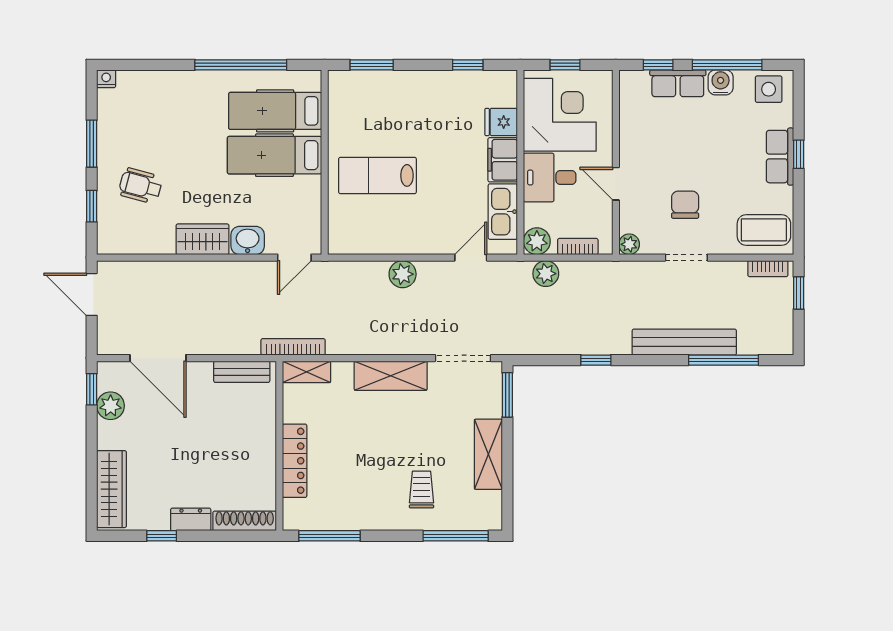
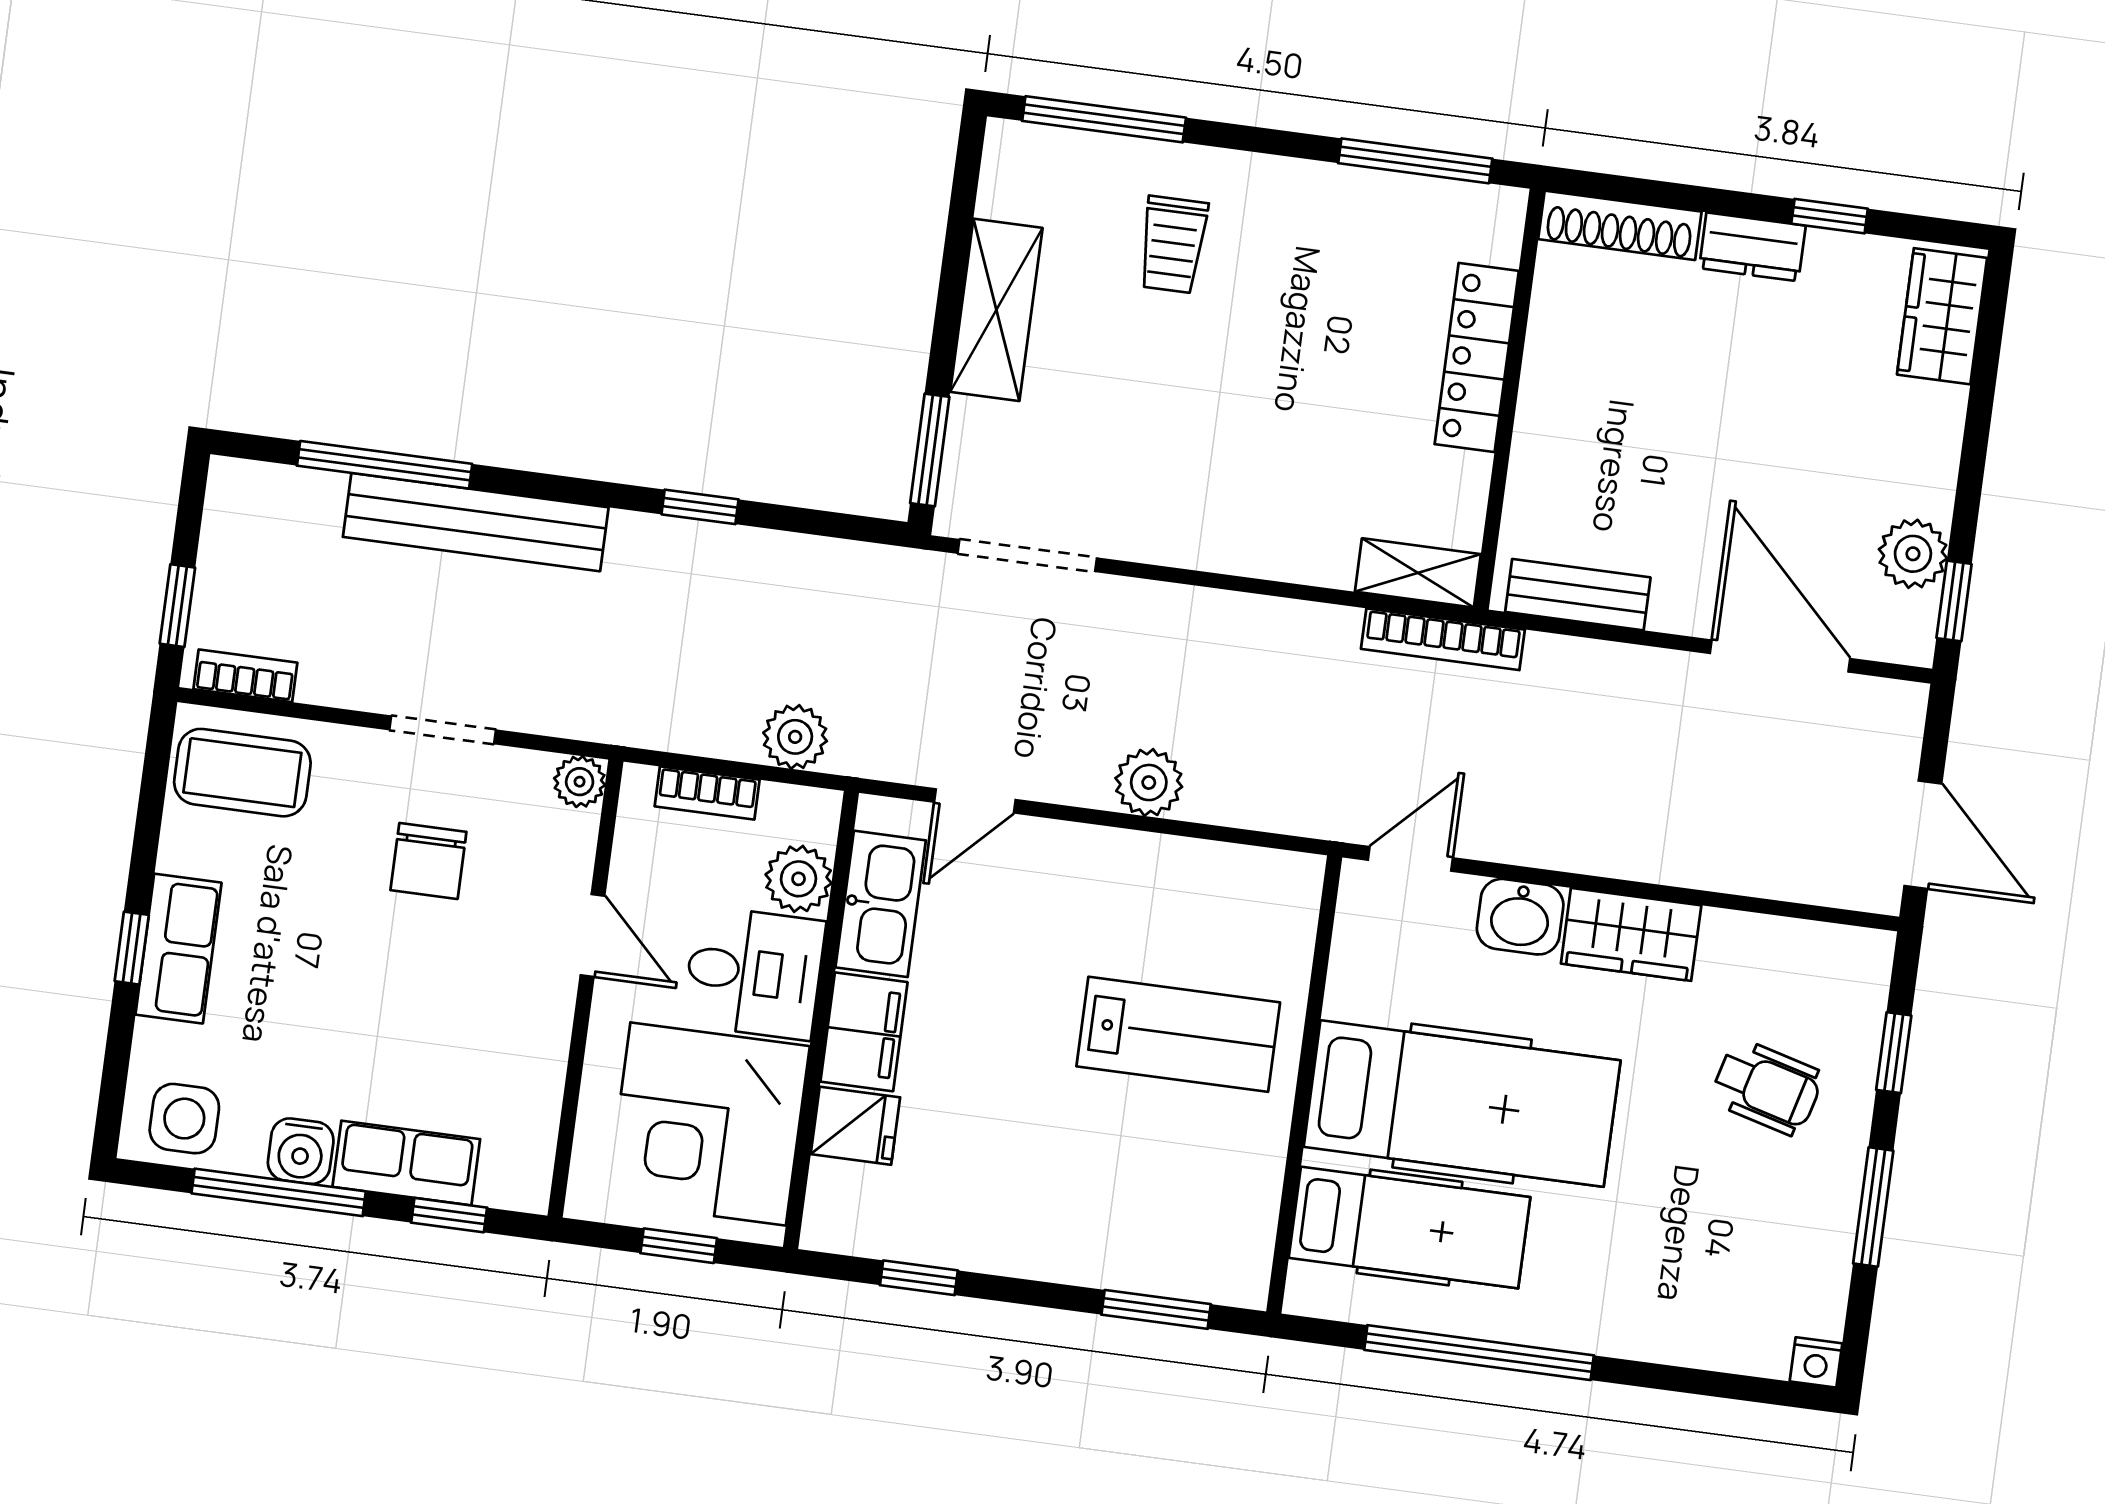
hospital bed: (274, 155) -> (1462, 1104), width x1.37, depth x1.29
plant: (537, 241) -> (799, 879), moved
shelving: (391, 376) -> (1211, 536), removed
wardrobe: (112, 489) -> (1942, 316), width x0.67

